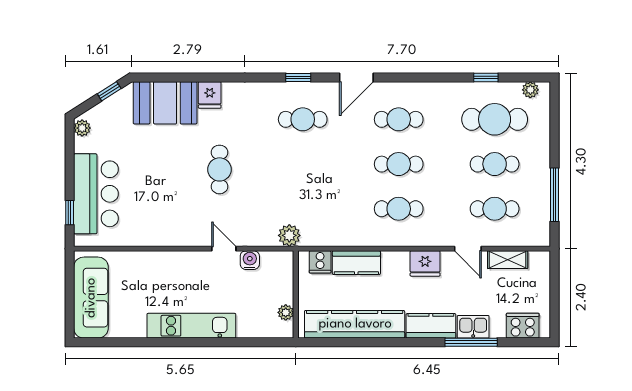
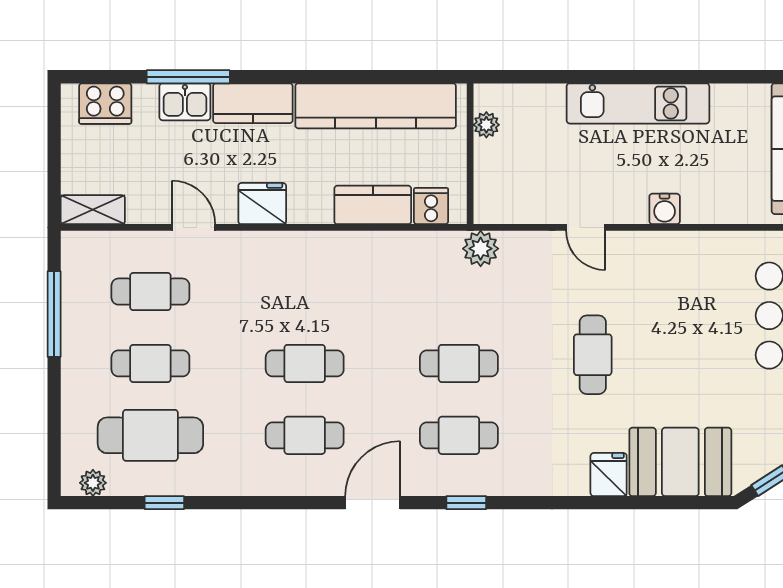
cafe table: (399, 209) -> (459, 363), moved
water cooler: (250, 260) -> (665, 209), moved
shelving: (508, 260) -> (93, 210), moved

